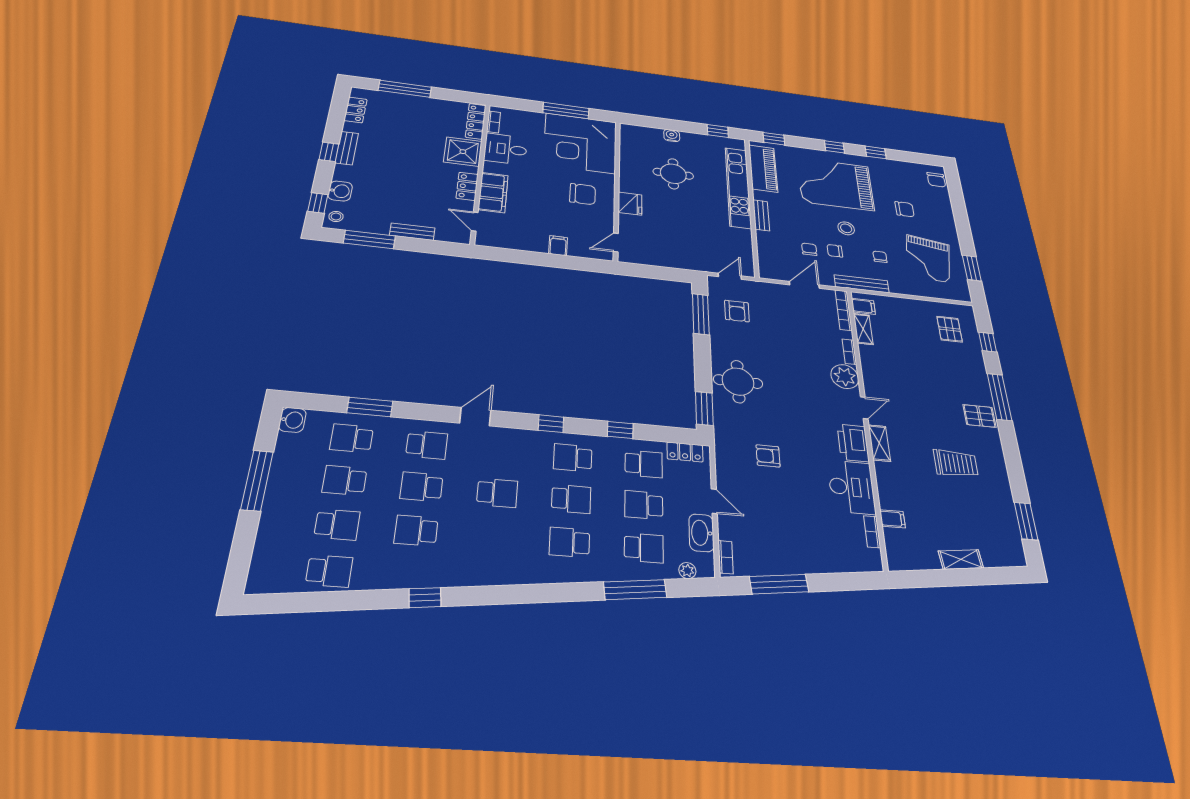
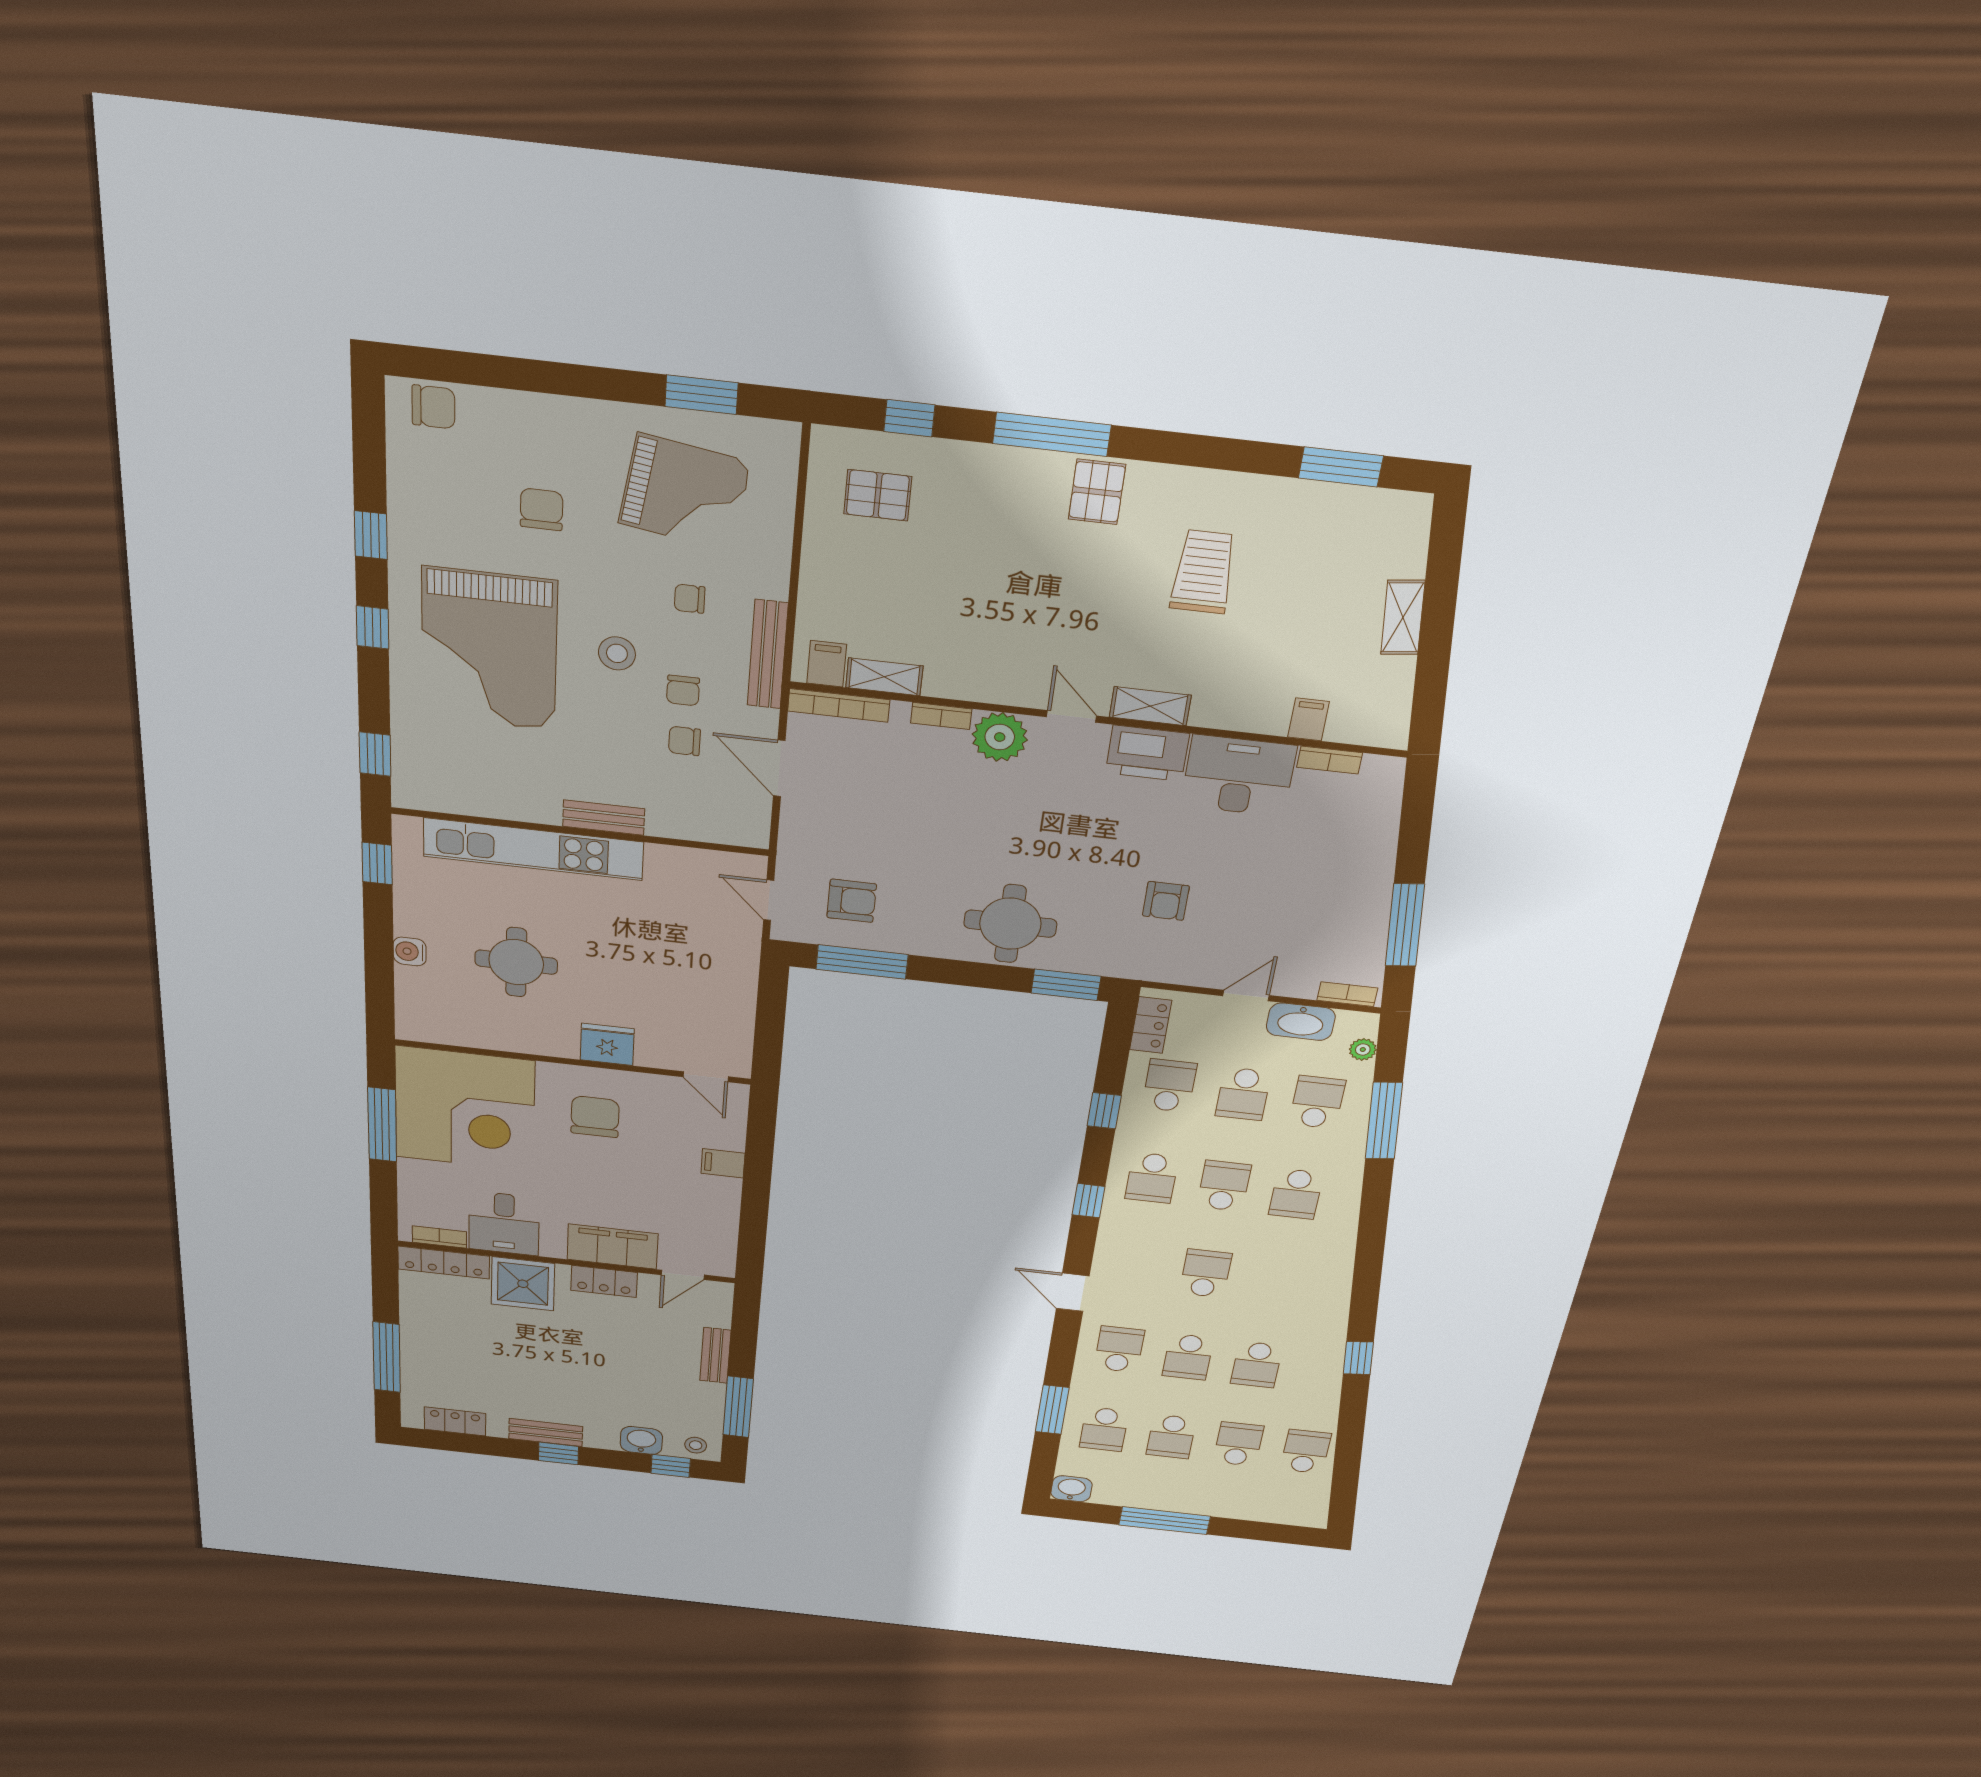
piano: (763, 168) -> (470, 792), removed

